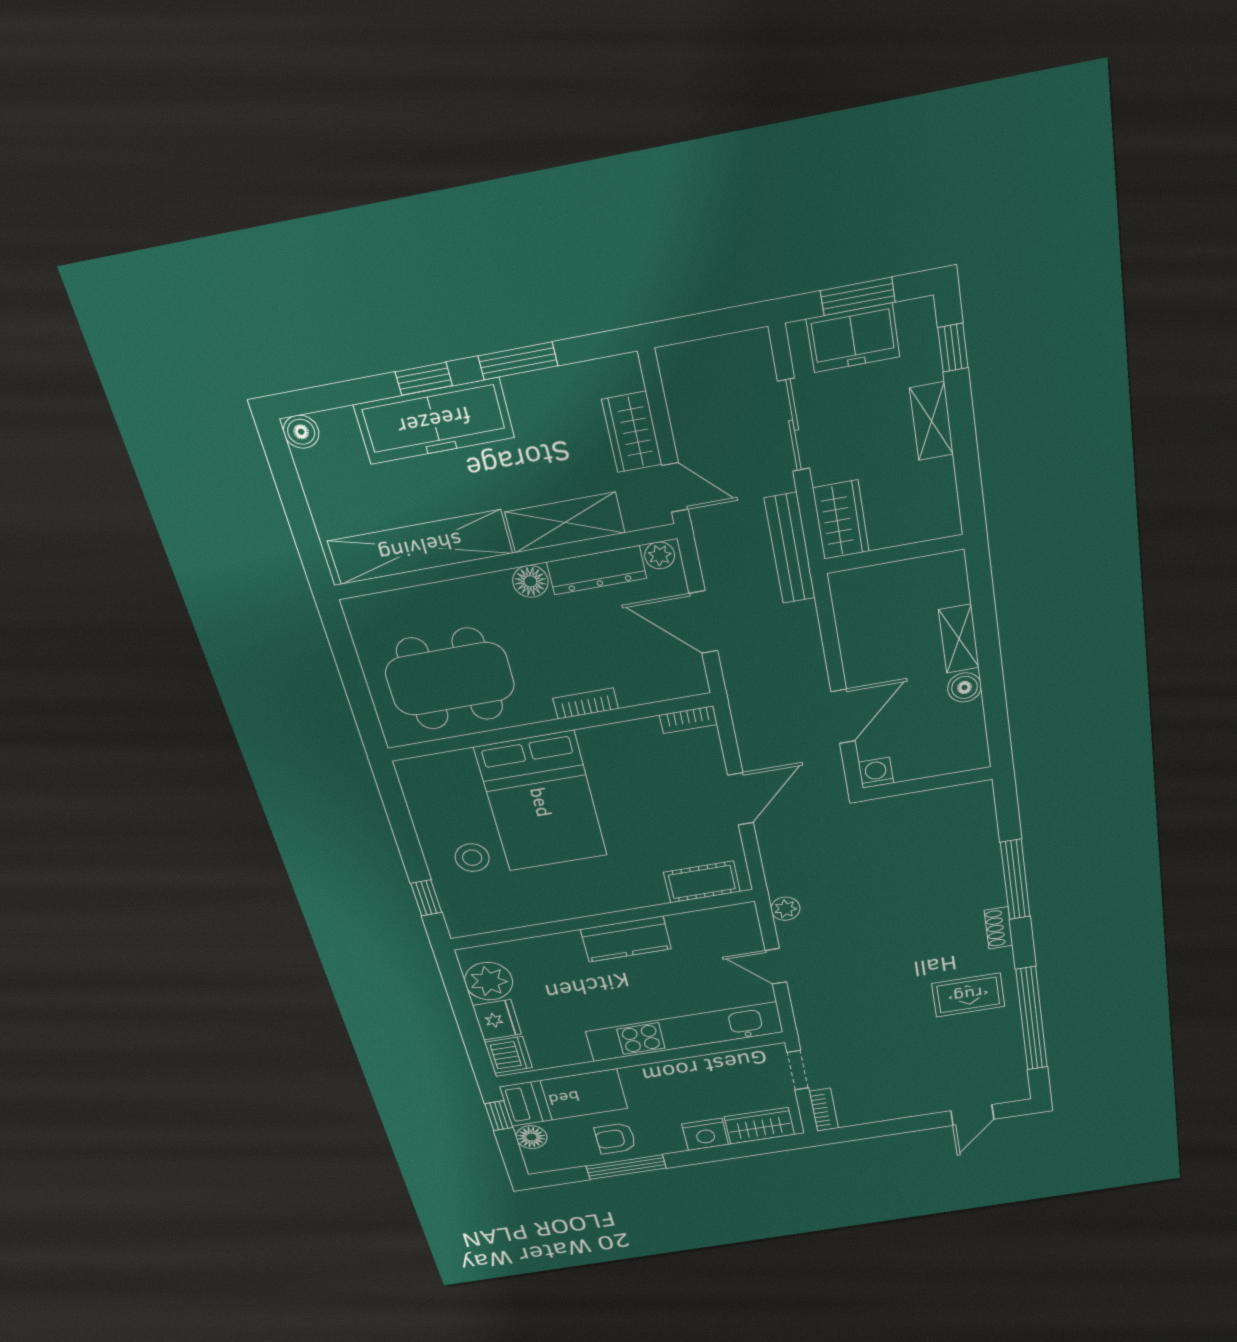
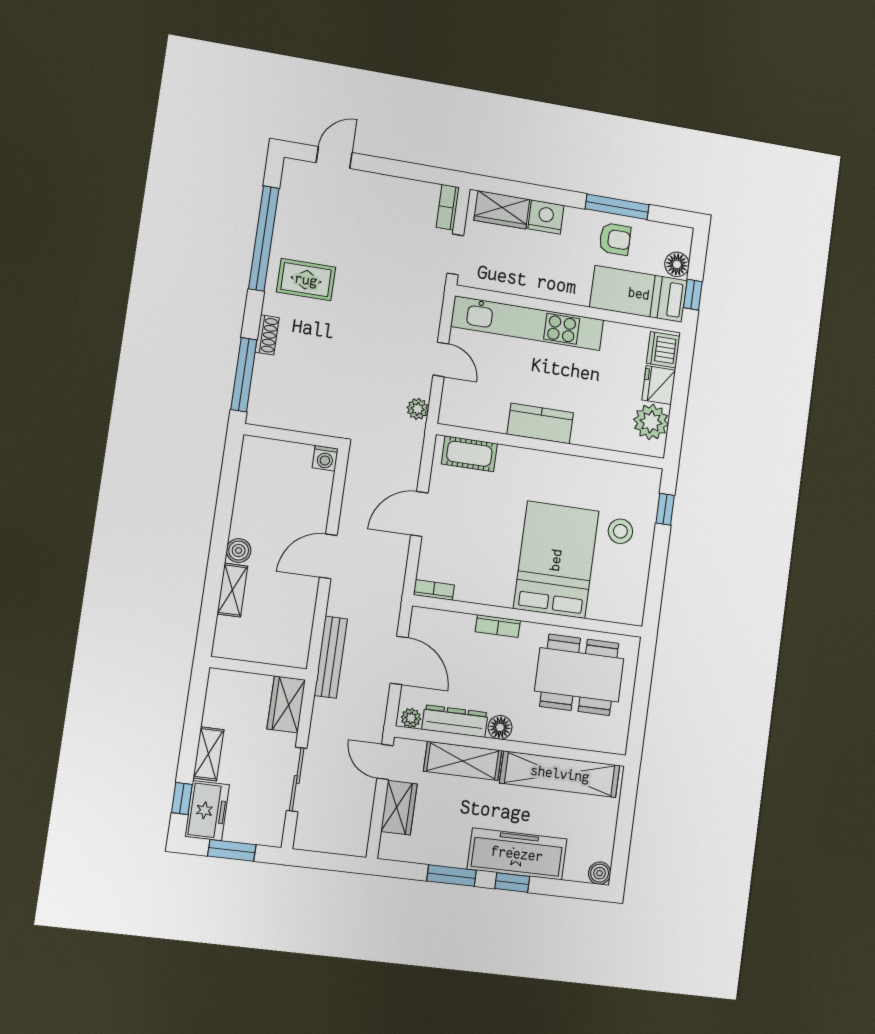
freezer: (853, 338) -> (207, 811), moved, turned 90
bench: (790, 548) -> (331, 657), moved
washing machine: (876, 773) -> (325, 458), moved
wall: (928, 784) -> (292, 436), moved

